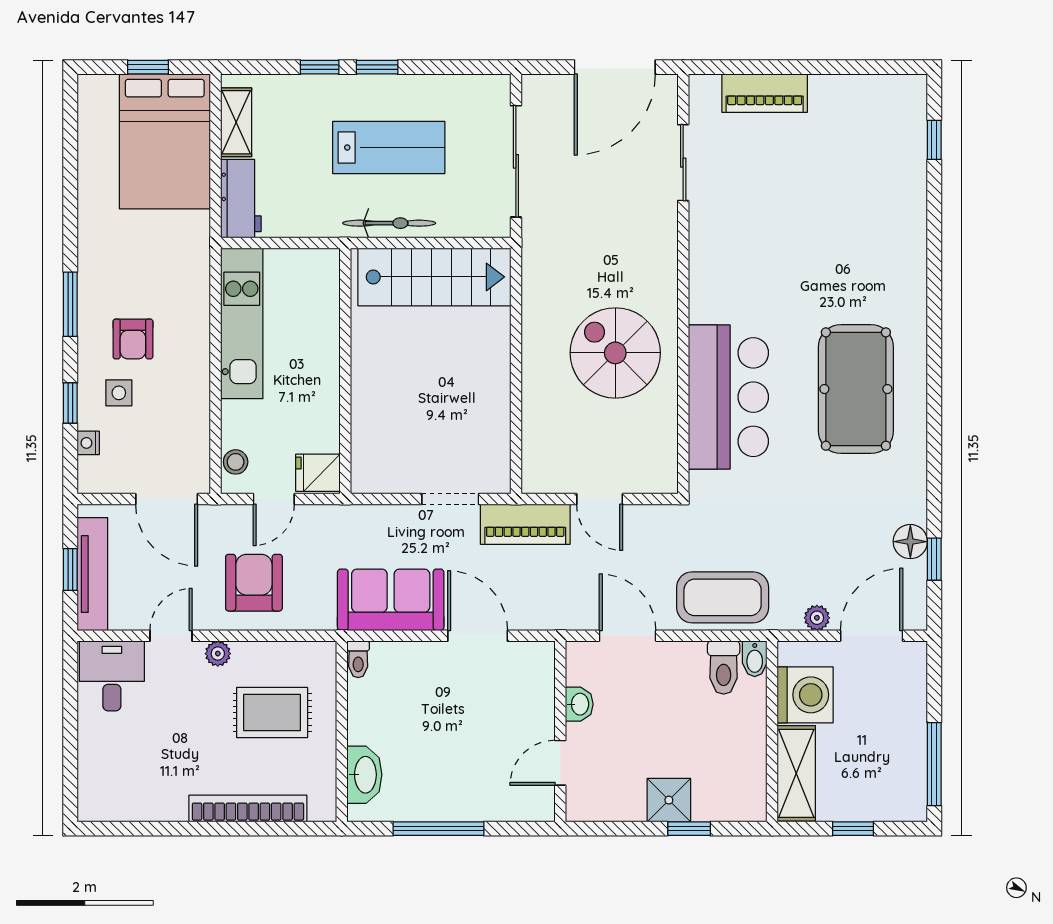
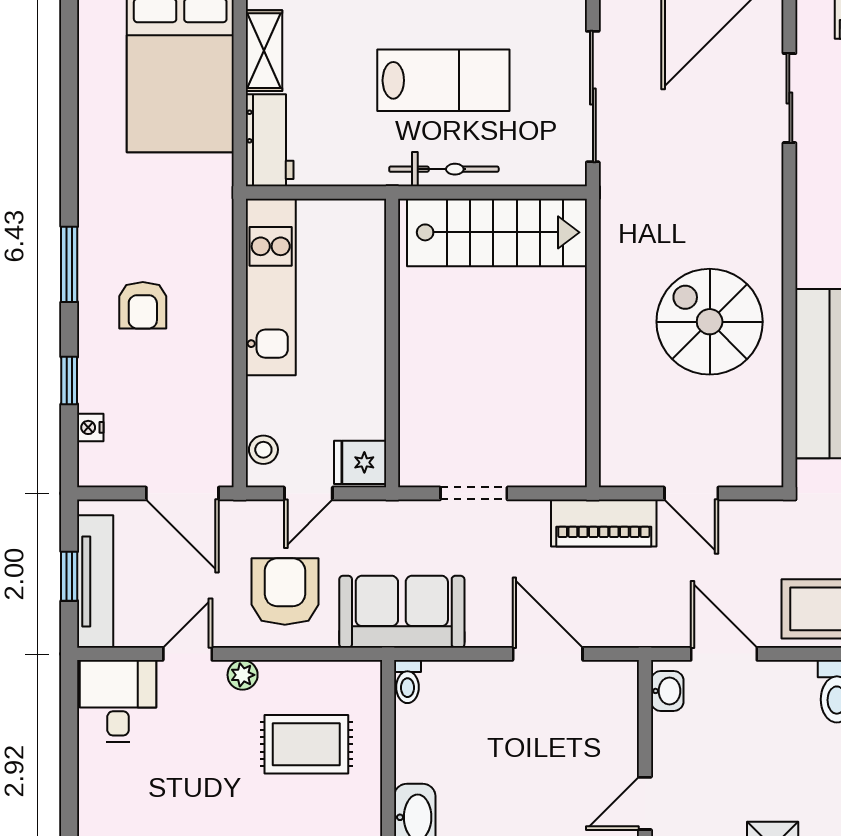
side table: (119, 393) -> (126, 369), removed
doorway: (450, 499) -> (474, 493), moved
sofa: (391, 600) -> (402, 612), moved
washbasin: (579, 704) -> (667, 691), moved

